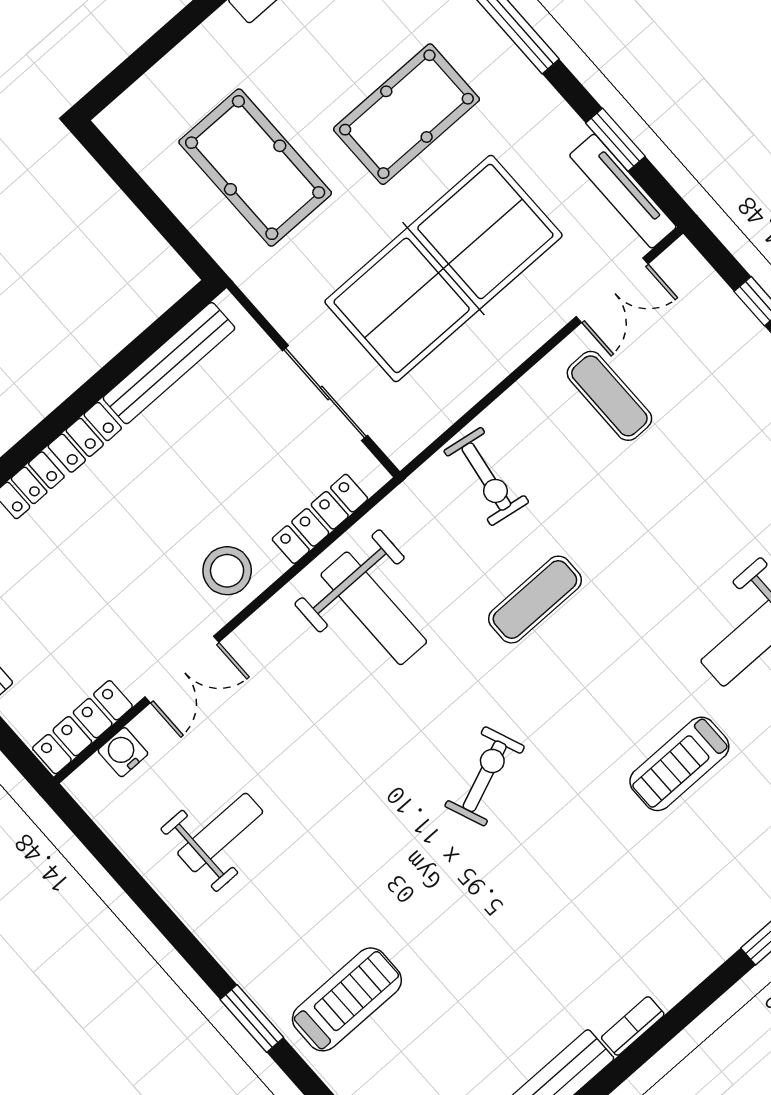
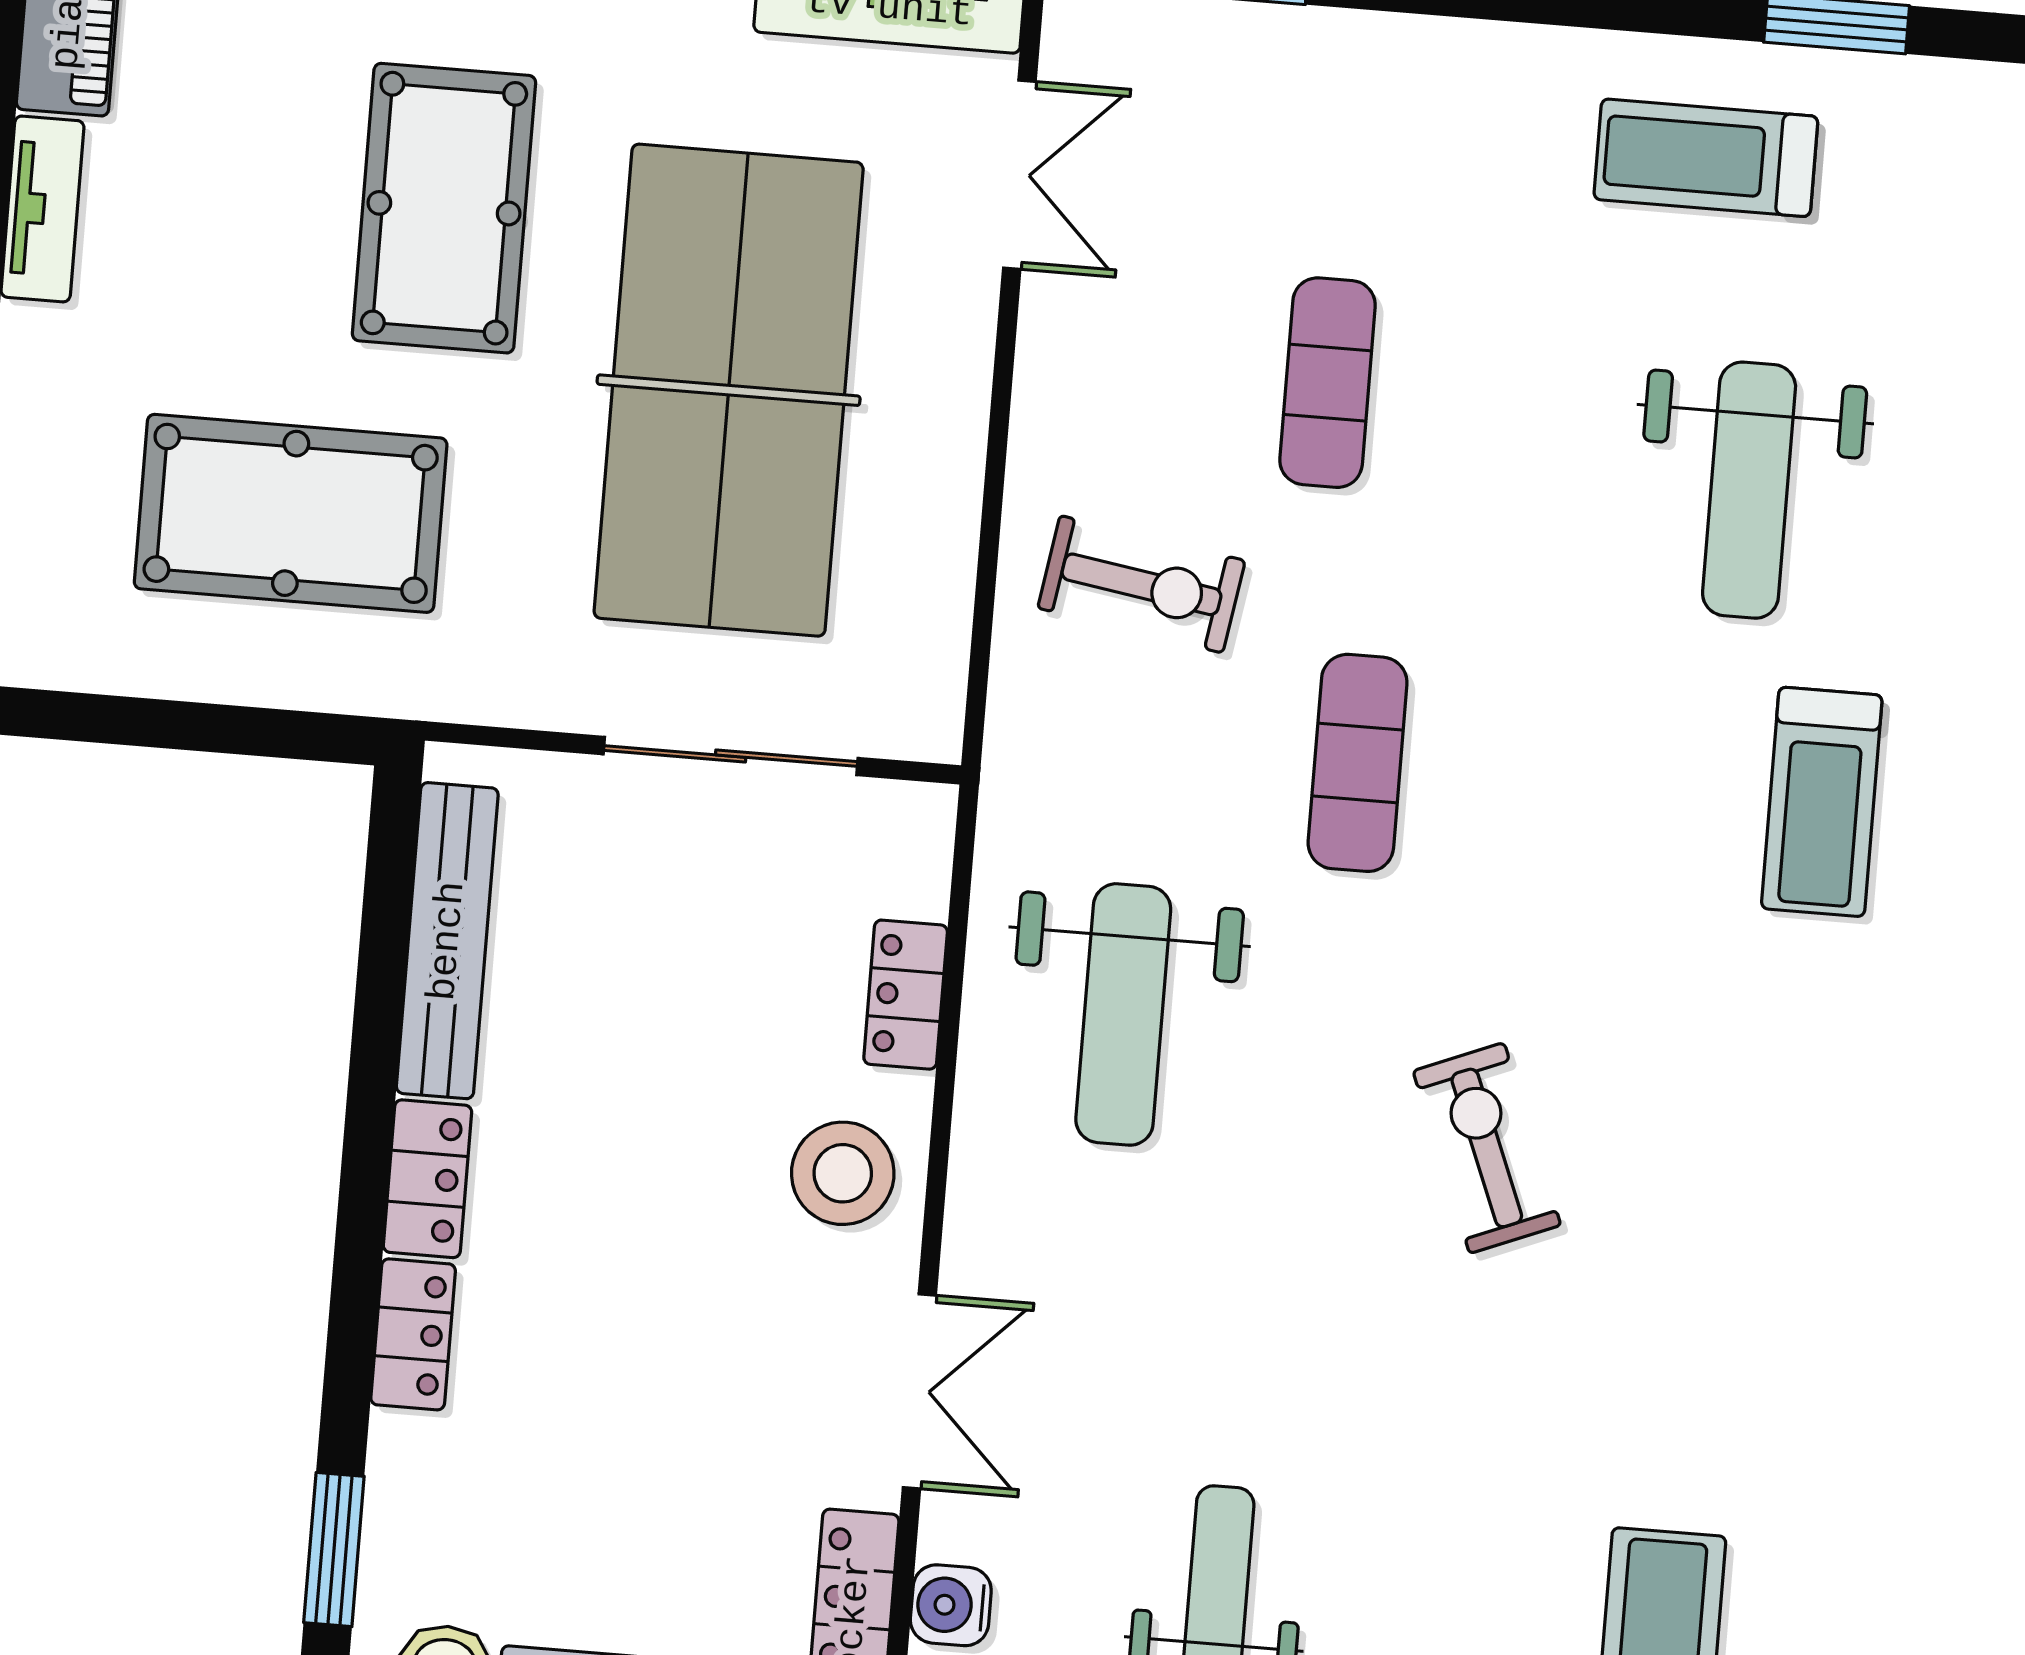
exercise mat: (609, 396) -> (1328, 383), moved, turned 90
exercise bike: (486, 477) -> (1141, 584), moved
locker: (320, 519) -> (906, 995), width x0.66
weight bench: (374, 608) -> (1123, 1014), turned 90
exercise bike: (485, 776) -> (1487, 1148), moved

